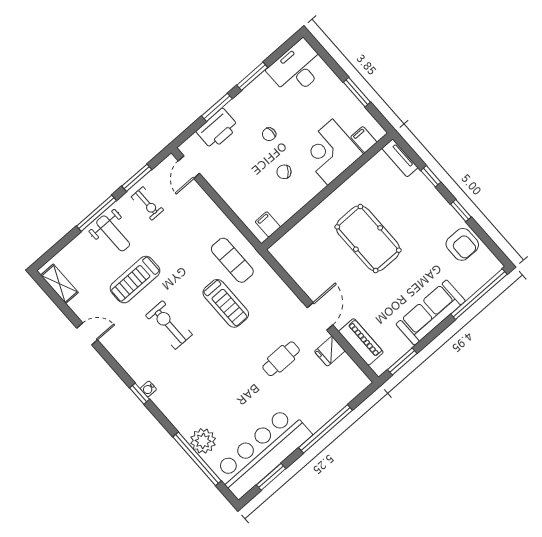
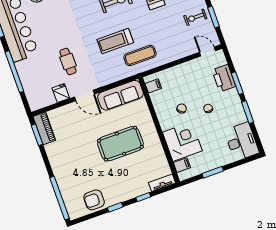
sofa: (431, 313) -> (120, 95), moved, turned 90
piano: (361, 342) -> (44, 128), moved, turned -90

